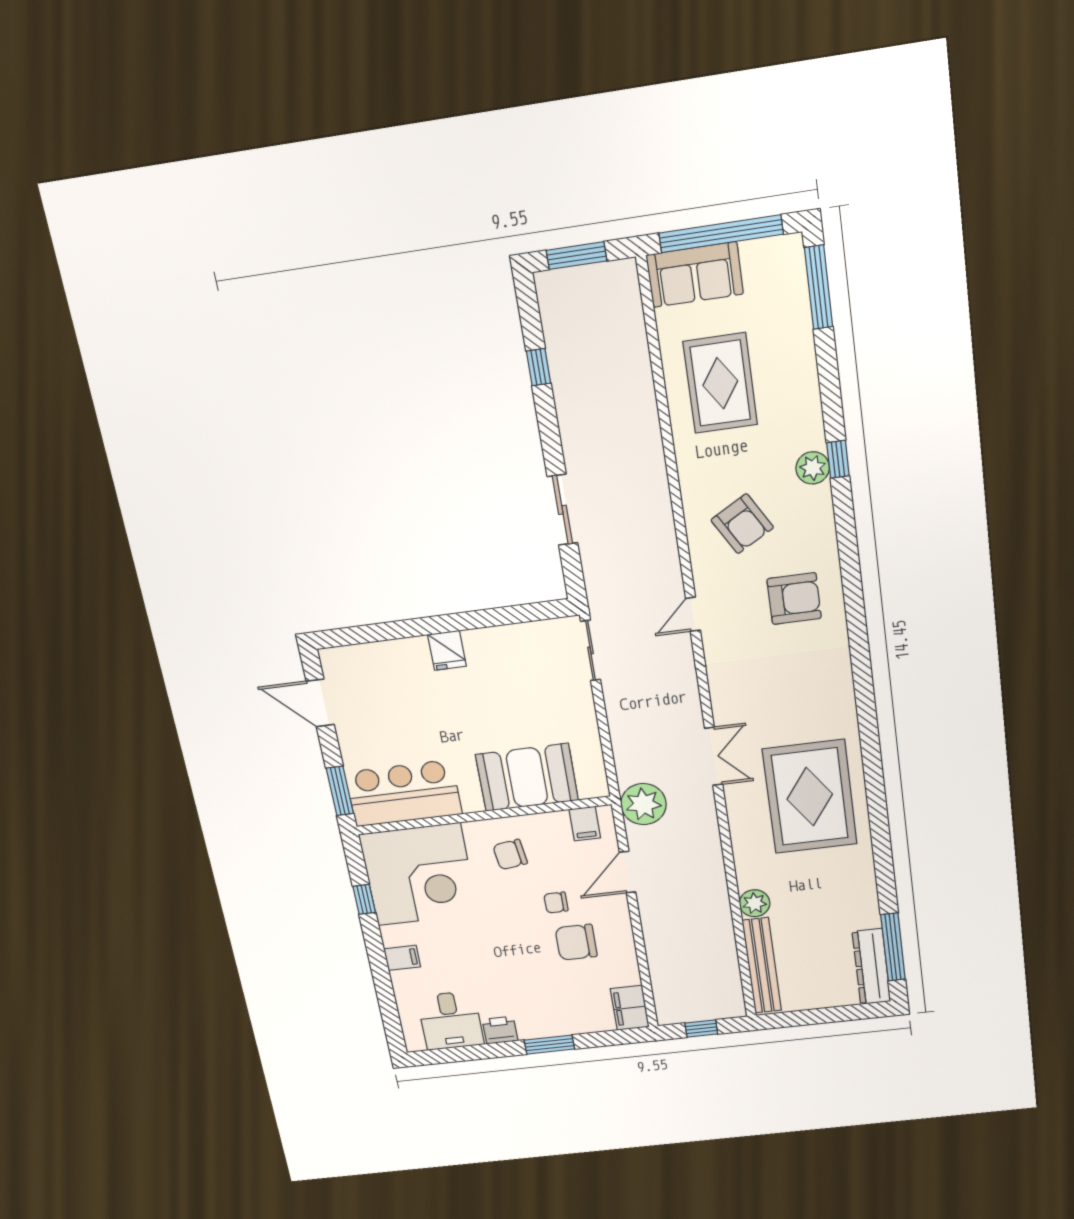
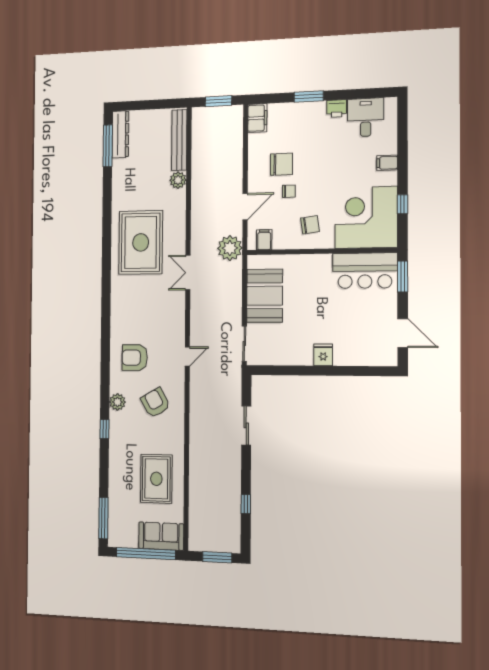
plant: (813, 468) -> (117, 402), moved
booth: (527, 777) -> (265, 296), moved, turned 90
window: (701, 1029) -> (218, 101), width x1.50

